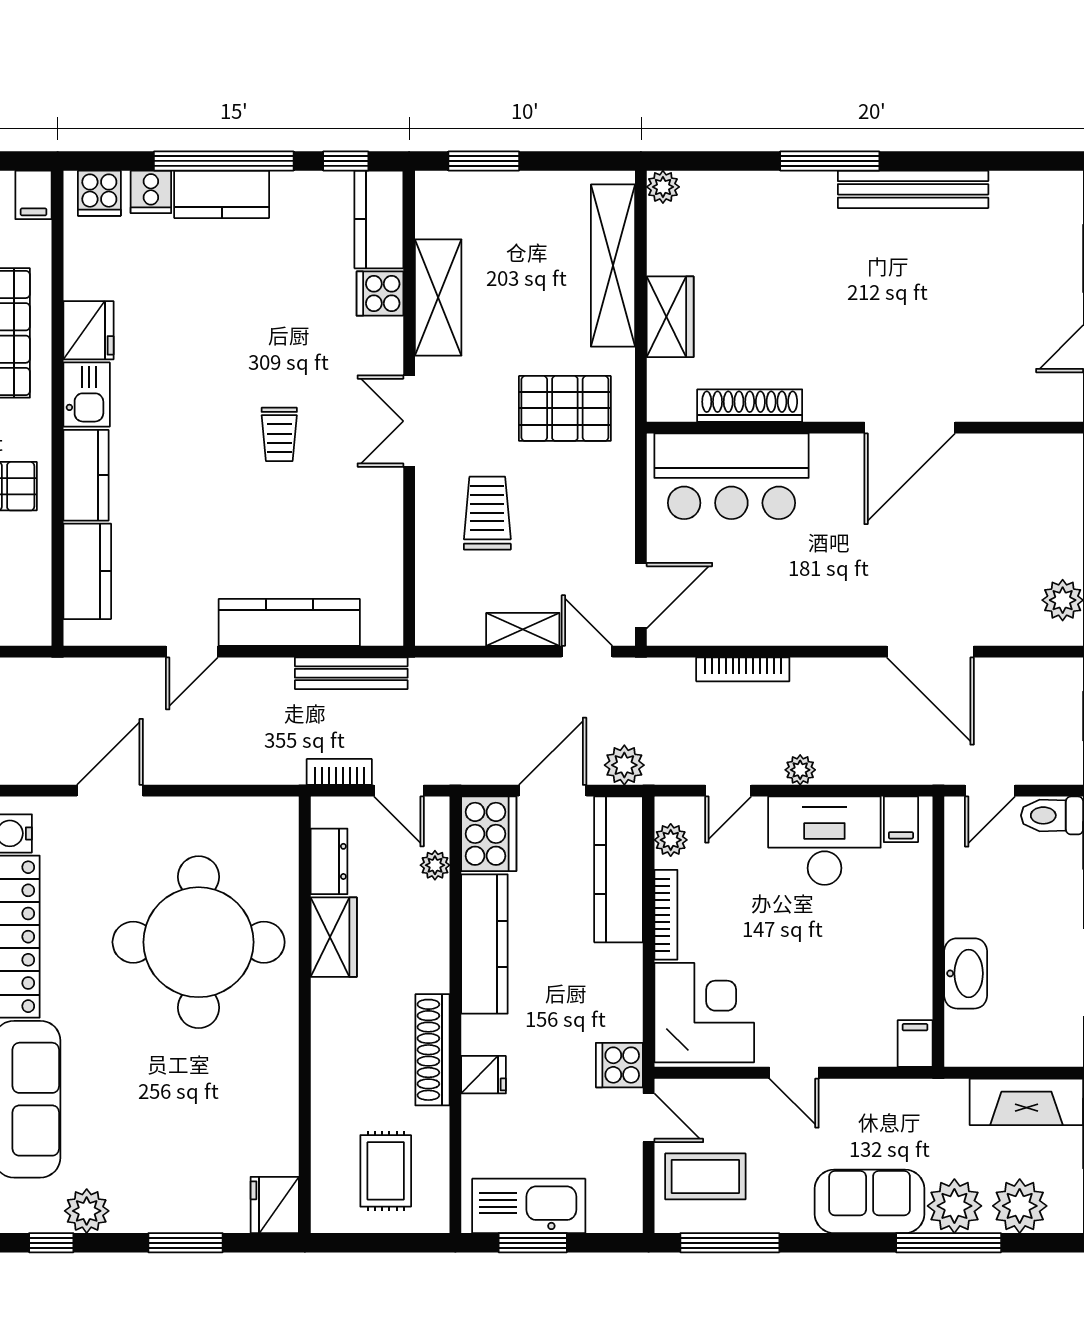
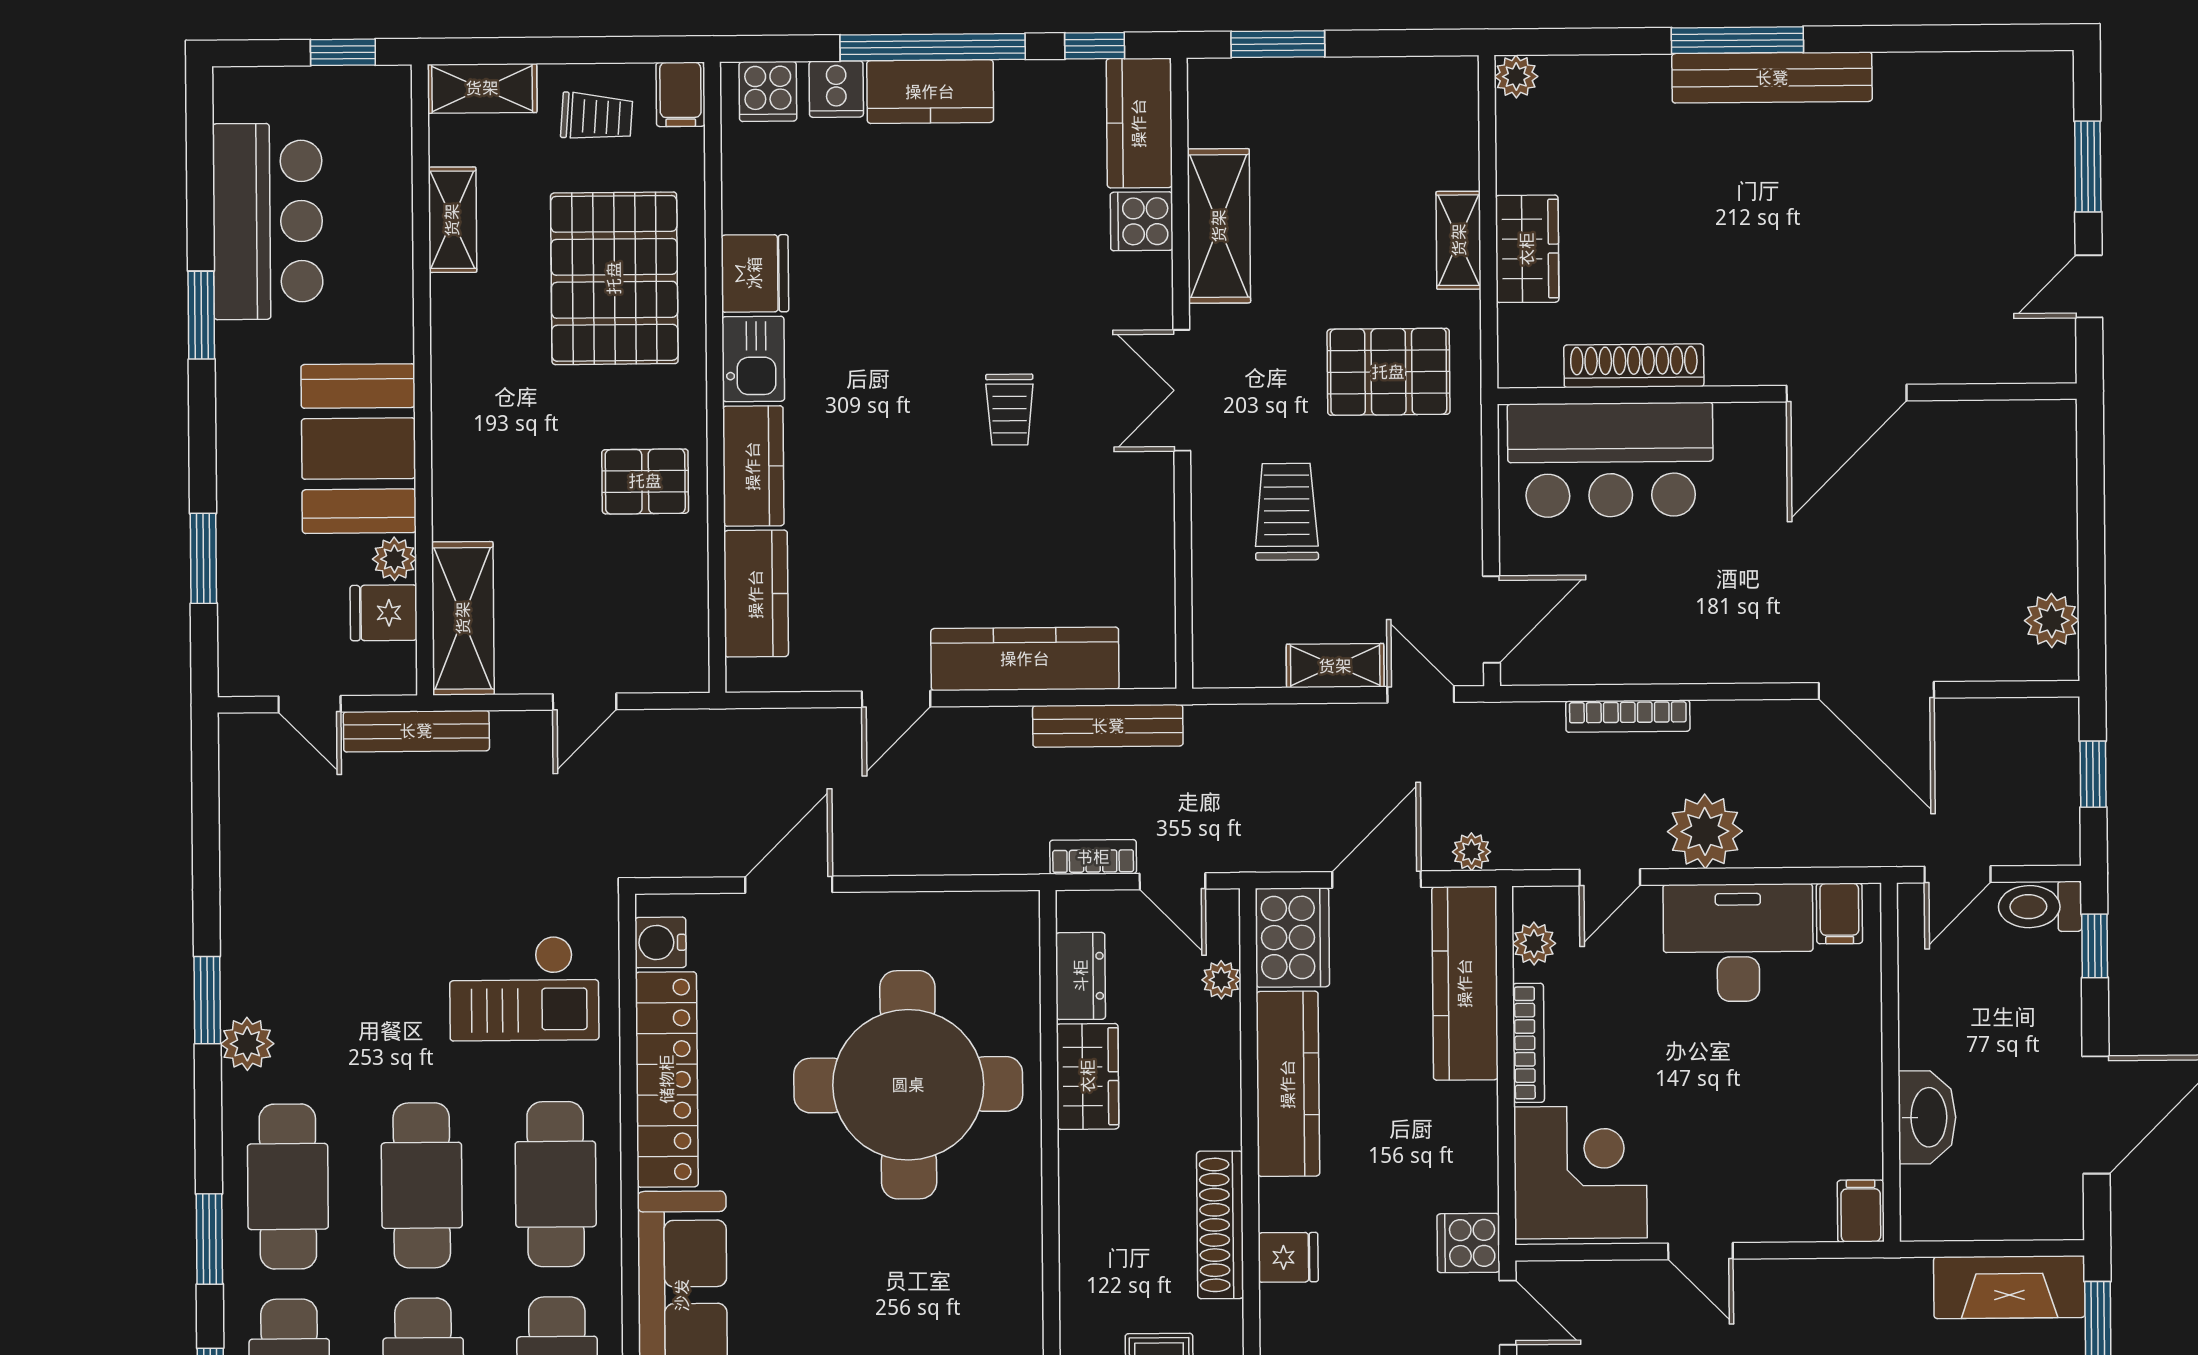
bench: (913, 189) -> (1772, 78), moved
shelving: (613, 266) -> (1459, 240), width x0.45, depth x0.75
plant: (624, 765) -> (1472, 852), width x0.73, depth x0.73
plant: (800, 770) -> (1705, 831), width x1.88, depth x1.88

